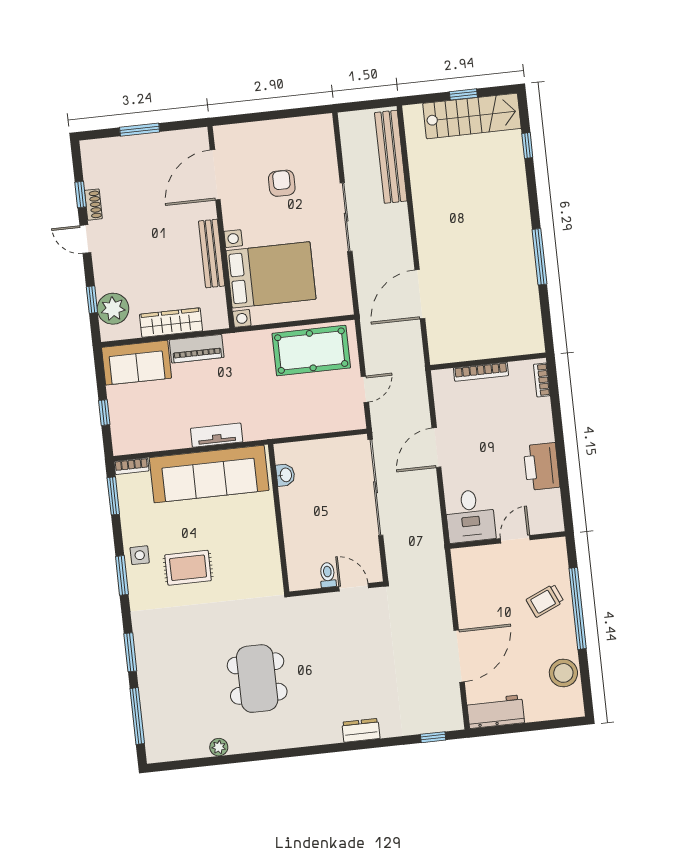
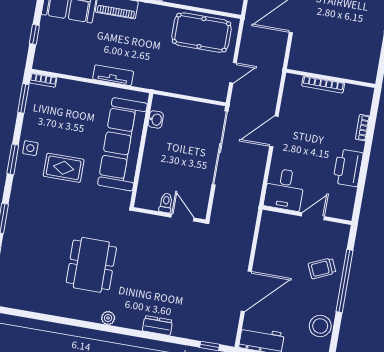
bookcase: (542, 380) -> (362, 128), moved
sofa: (209, 474) -> (122, 144), moved, turned 90
plant: (219, 747) -> (108, 318), moved

